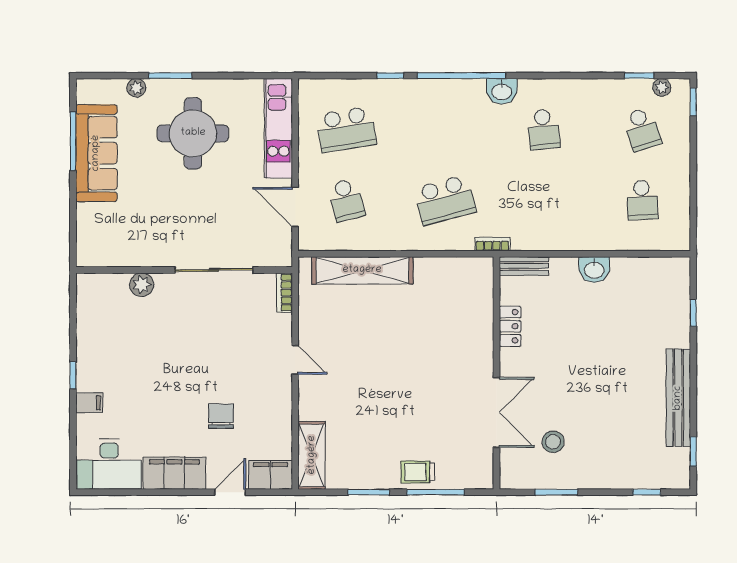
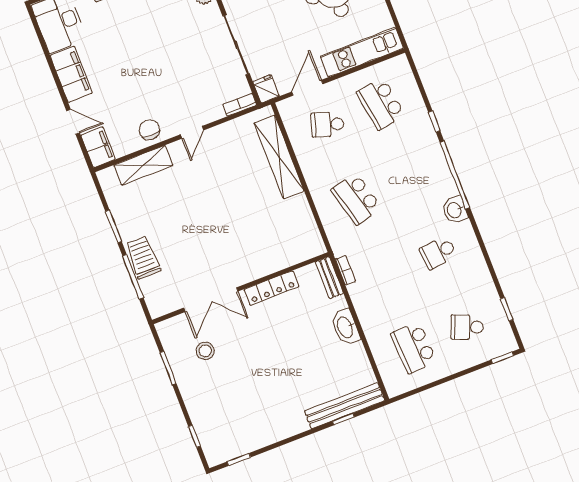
plant: (662, 87) -> (504, 330), removed
school desk: (642, 129) -> (467, 327), turned 39
school desk: (346, 200) -> (327, 124), turned 33
school desk: (642, 200) -> (414, 348), width x1.85
bookcase: (492, 244) -> (346, 270), moved
fridge: (278, 255) -> (266, 89), added
washbasin: (594, 270) -> (345, 327), width x1.38
locker: (510, 326) -> (271, 288), width x1.53
bench: (678, 398) -> (345, 406), moved
chair: (221, 416) -> (149, 130), moved, turned -90
shelving: (312, 455) -> (143, 165), moved
trolley: (418, 472) -> (143, 257), width x1.36, depth x1.39

